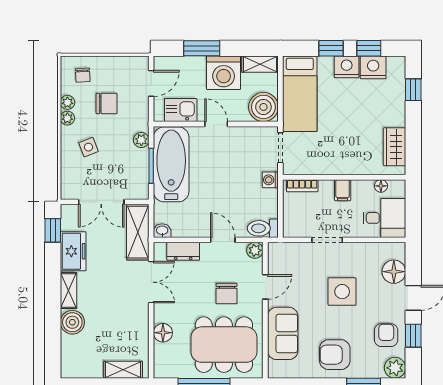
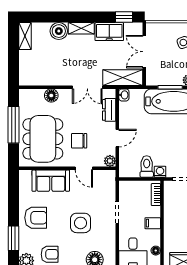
toilet: (263, 228) -> (147, 167), moved
armchair: (335, 355) -> (36, 218), turned 90
shelving: (123, 370) -> (25, 36), moved

